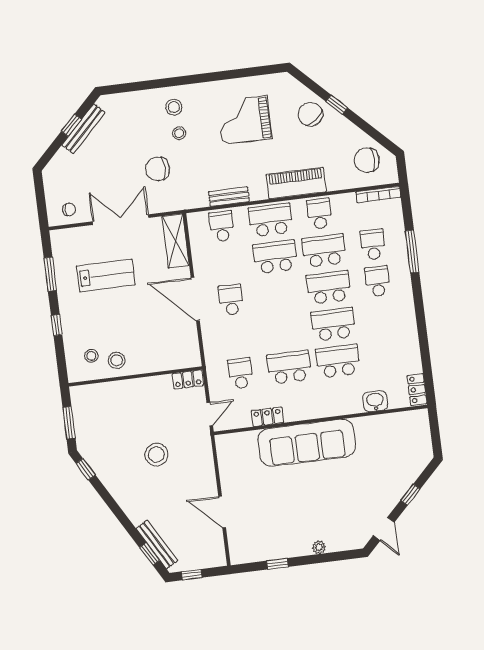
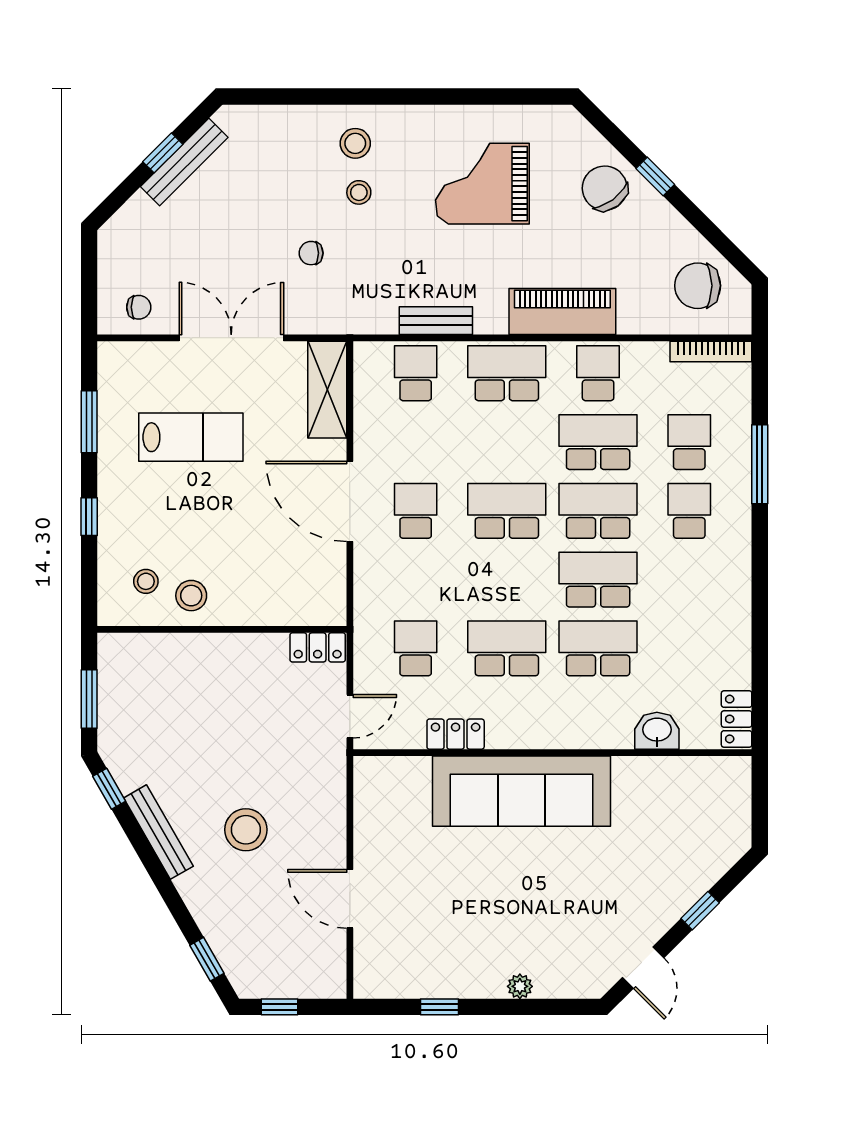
chair: (158, 169) -> (311, 253), width x0.54, depth x0.54
school desk: (275, 257) -> (507, 511), moved
stool: (156, 455) -> (246, 830), moved
bench: (157, 545) -> (158, 832), moved

